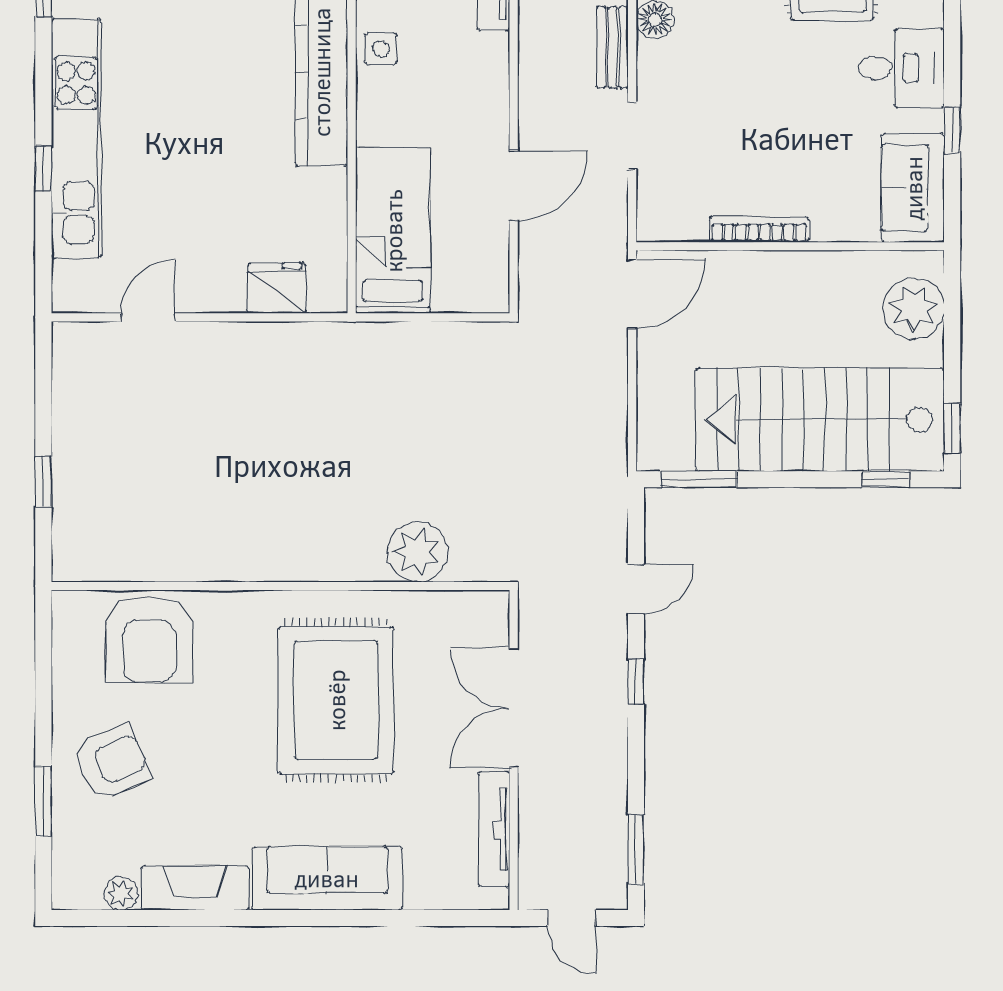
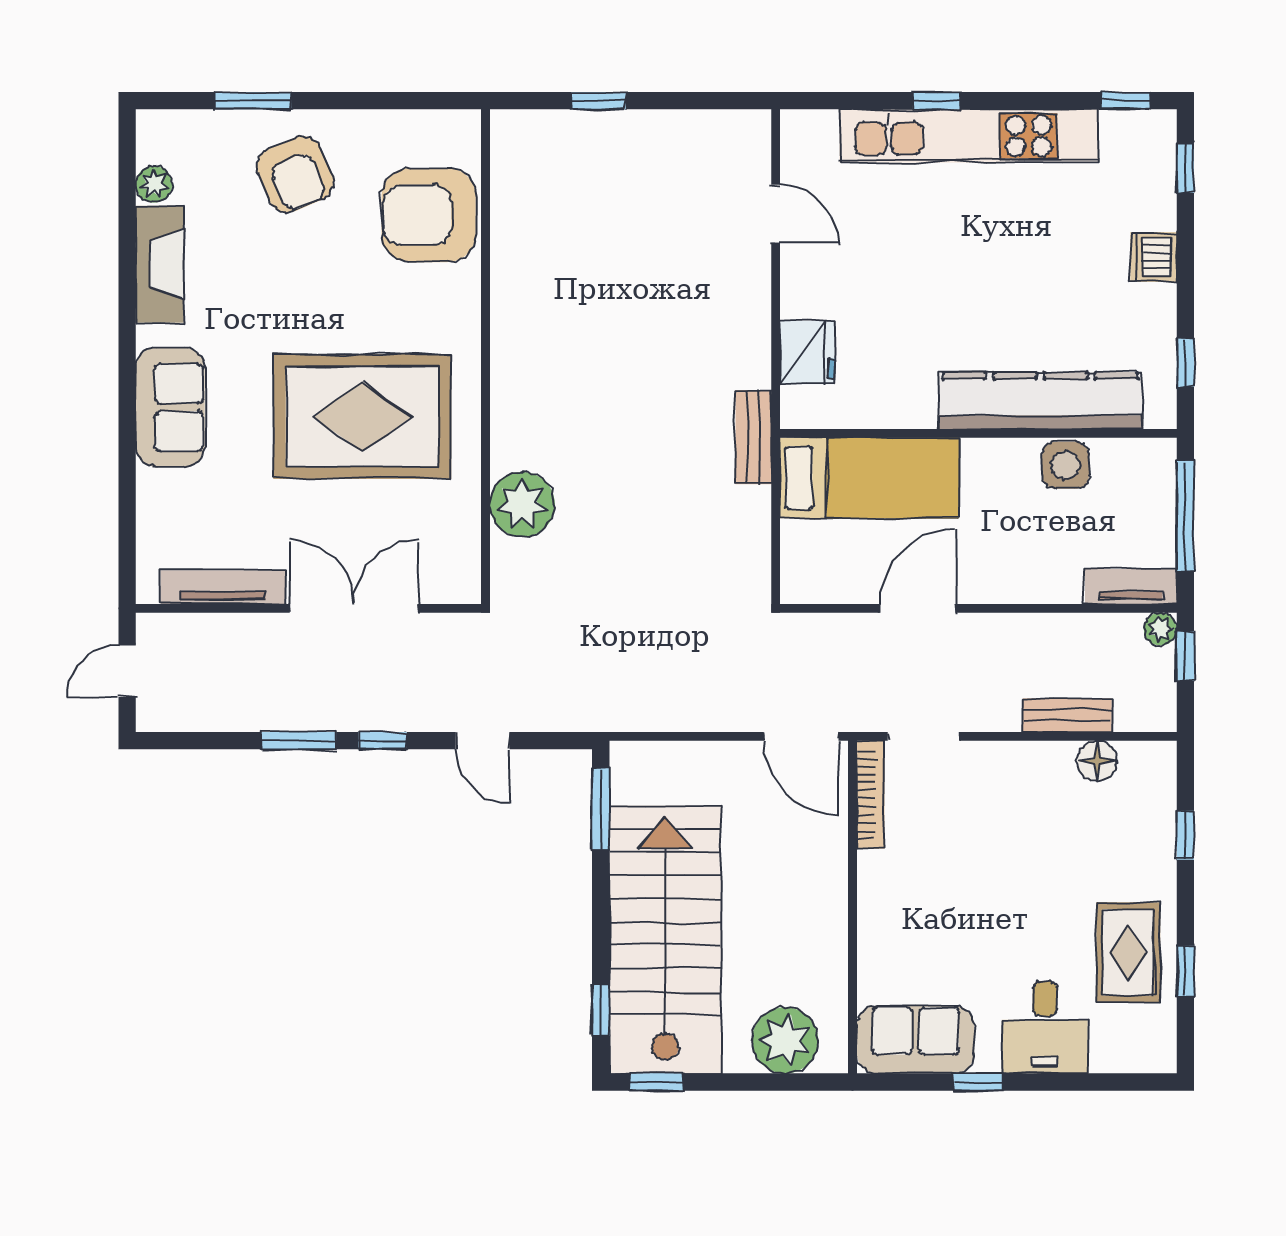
side table: (381, 49) -> (1066, 465), width x1.37, depth x1.37
doorway: (632, 136) -> (924, 736), moved
door: (514, 186) -> (918, 608), swing flipped
bookcase: (759, 229) -> (871, 795), moved
bench: (355, 338) -> (753, 437), added
window: (636, 849) -> (299, 741), moved
sofa: (327, 878) -> (170, 407), width x0.73

